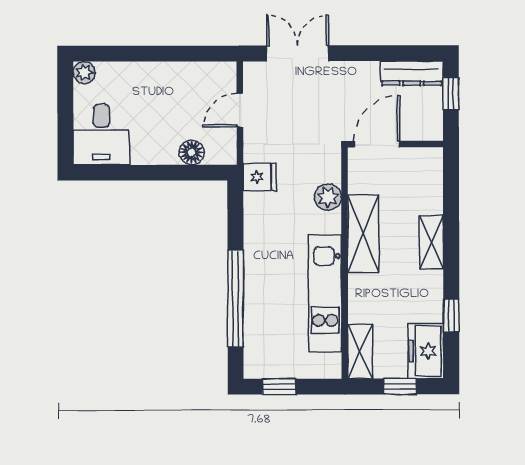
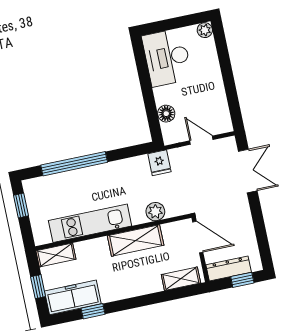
dresser: (412, 73) -> (229, 269), moved, turned 90
desk: (101, 135) -> (167, 57), width x1.37
shelving: (431, 242) -> (181, 279), moved
freezer: (426, 351) -> (73, 297), width x1.40

